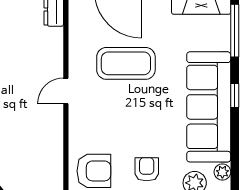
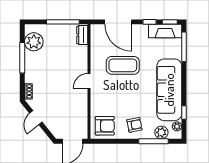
window: (235, 96) -> (184, 113), moved
armchair: (147, 169) -> (134, 125), turned 79

